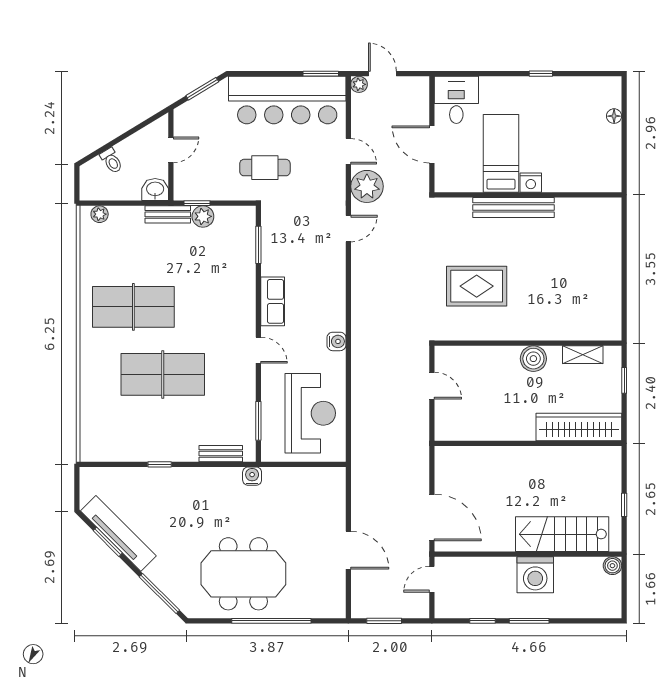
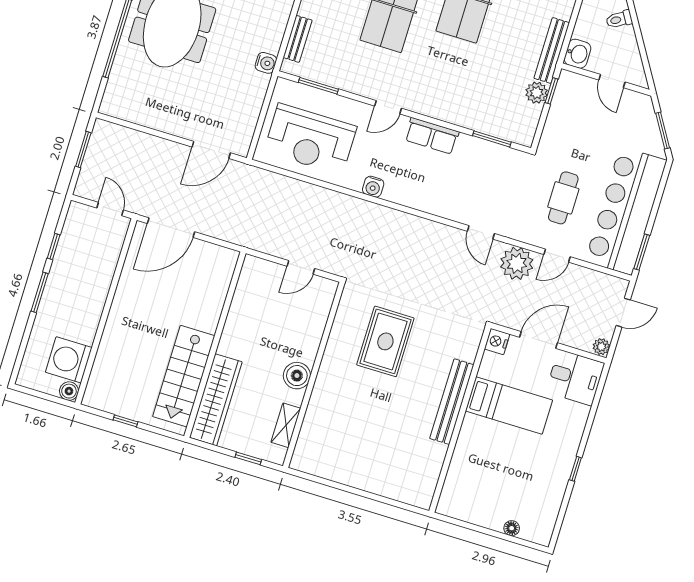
plant: (359, 84) -> (601, 347), moved
cafe table: (265, 168) -> (563, 198), moved
nightstand: (531, 183) -> (497, 341), moved
bench: (168, 214) -> (552, 50), width x1.36
stairs: (562, 534) -> (184, 376), moved, turned 180
door: (348, 550) -> (211, 150), moved
washing machine: (535, 575) -> (69, 360), moved

